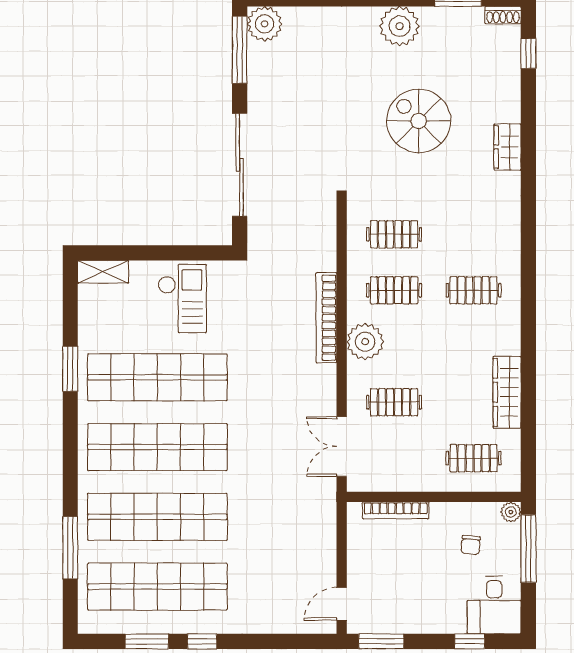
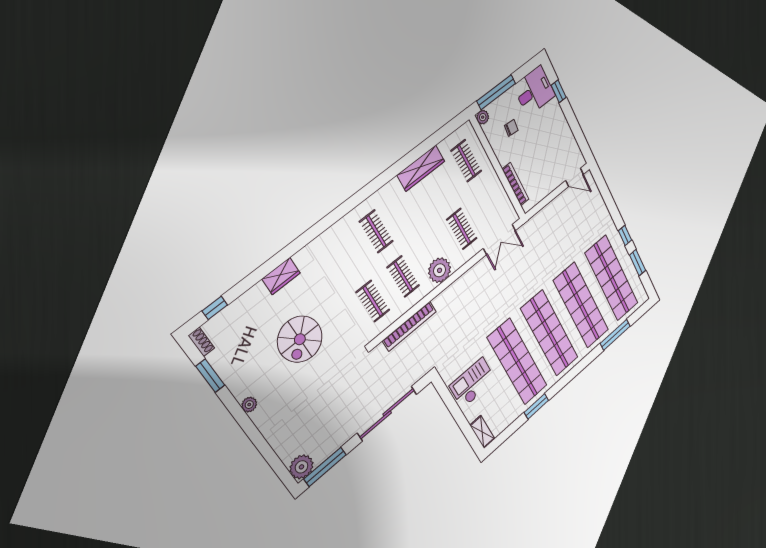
plant: (400, 26) -> (249, 405), width x0.53, depth x0.53
bookcase: (326, 318) -> (409, 326), moved
window: (381, 641) -> (582, 141), removed

